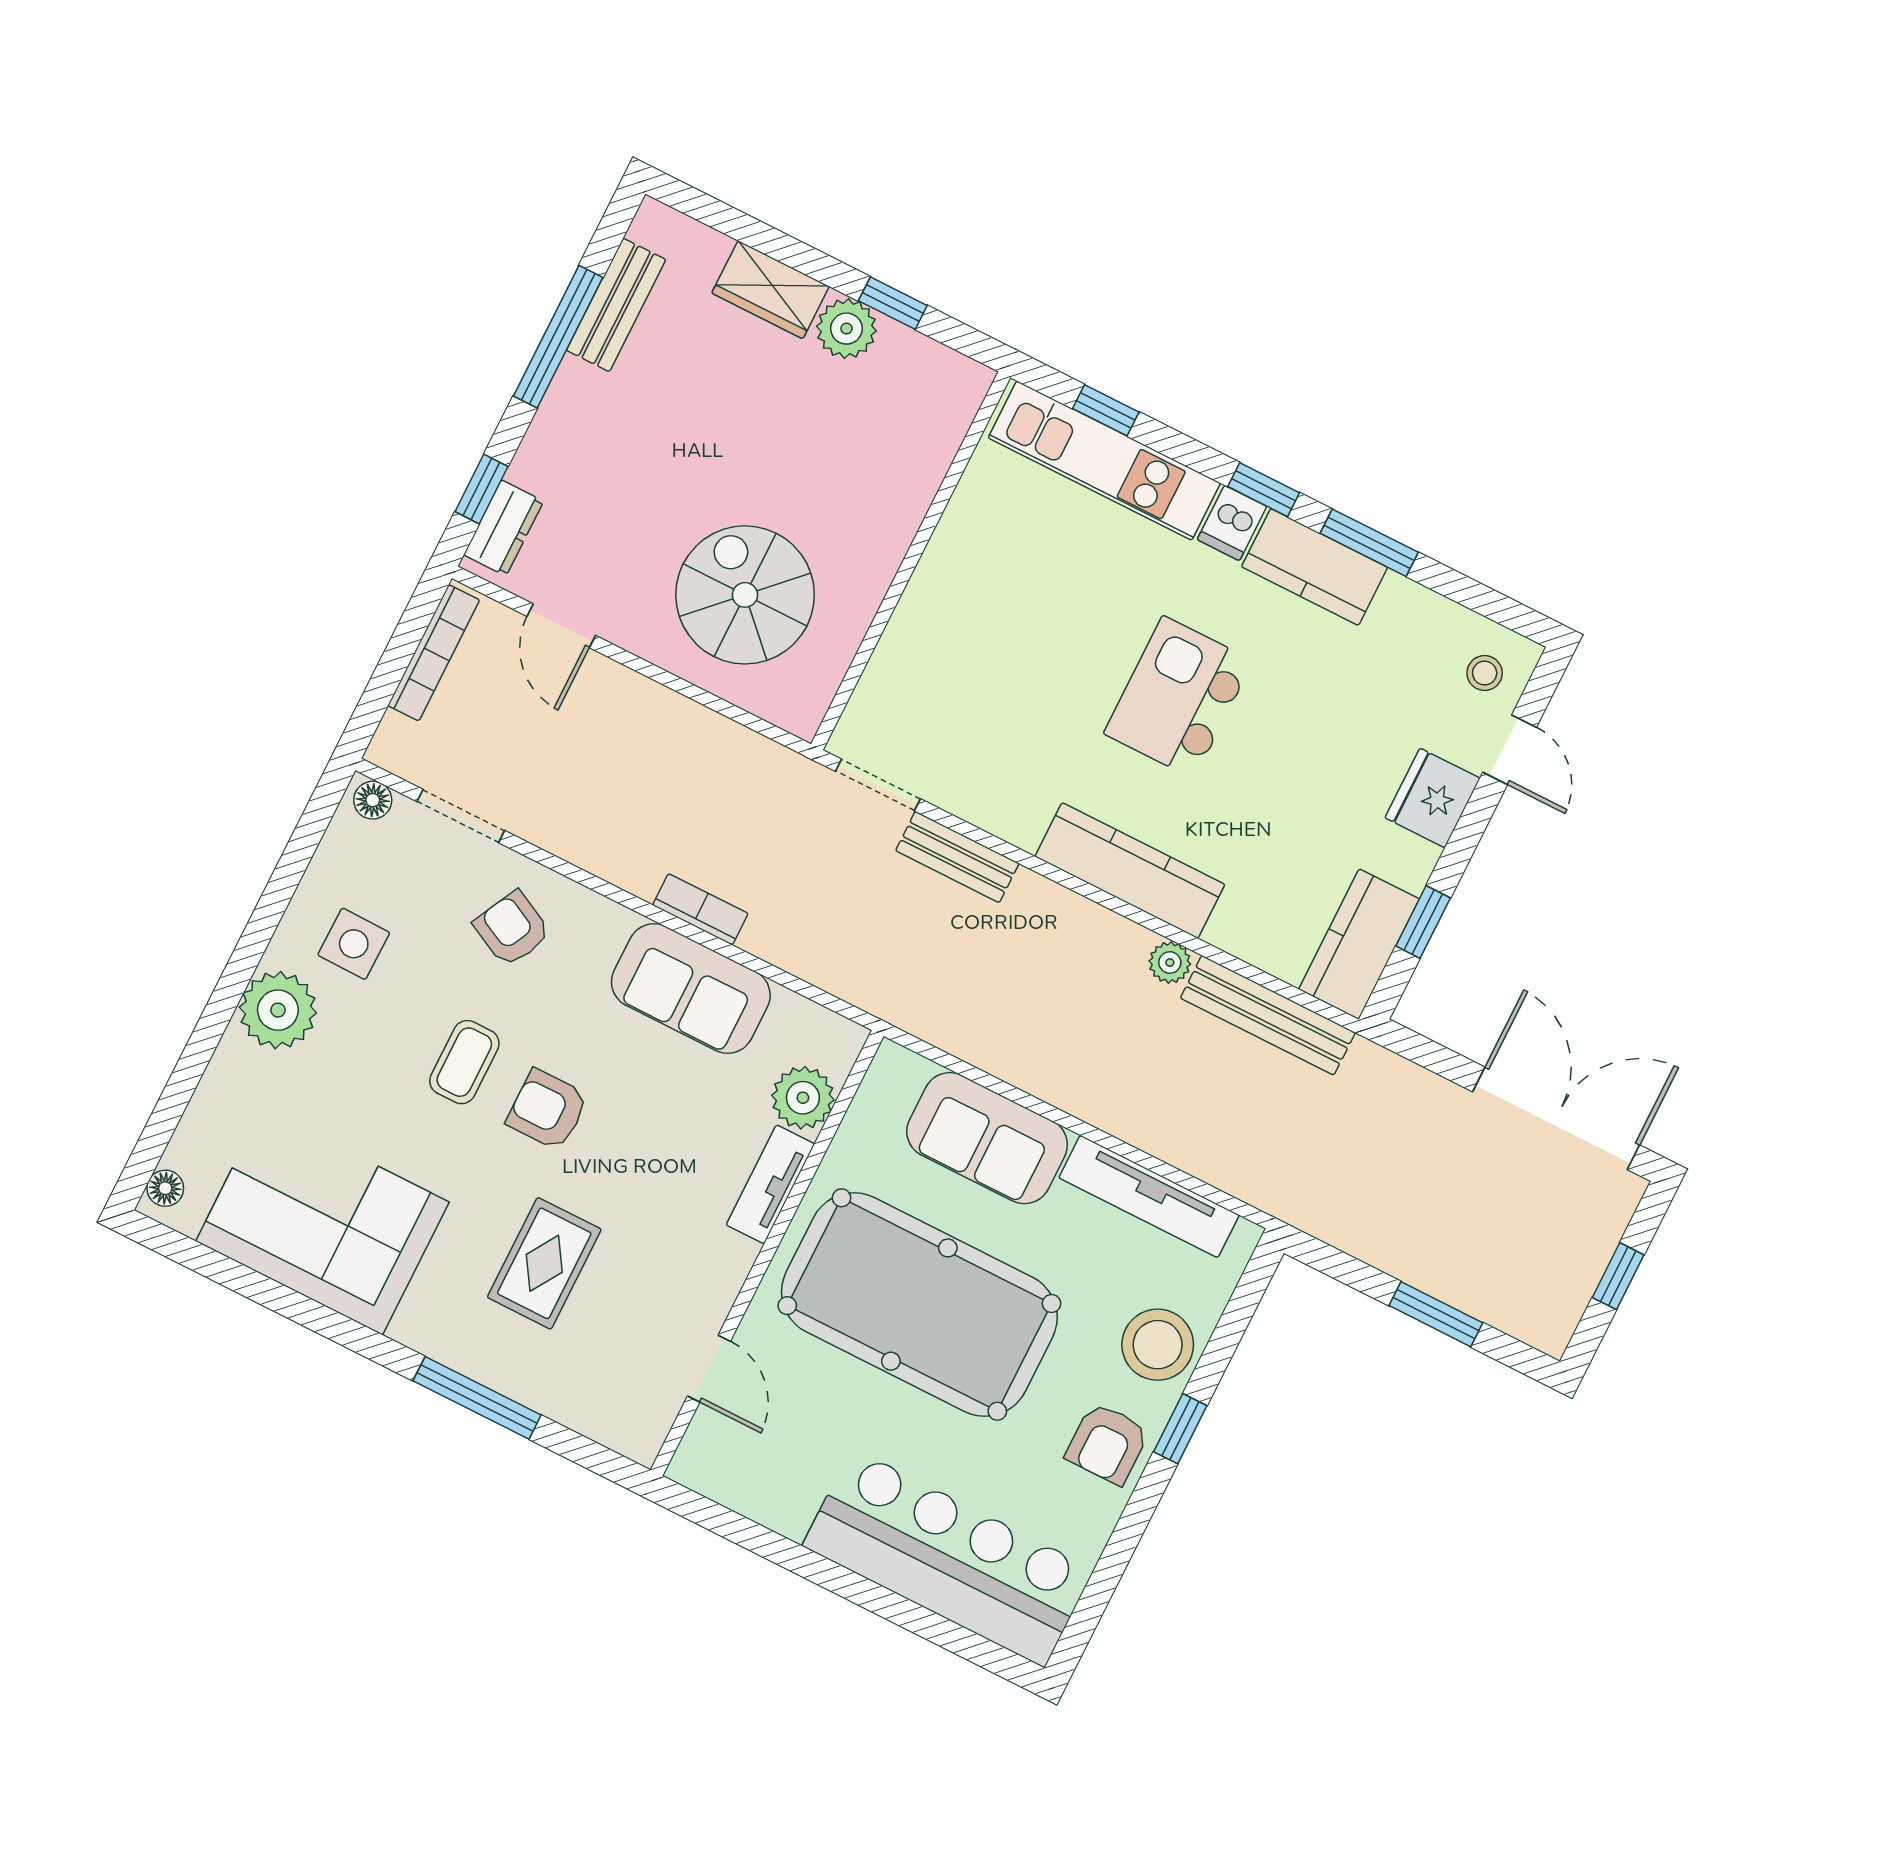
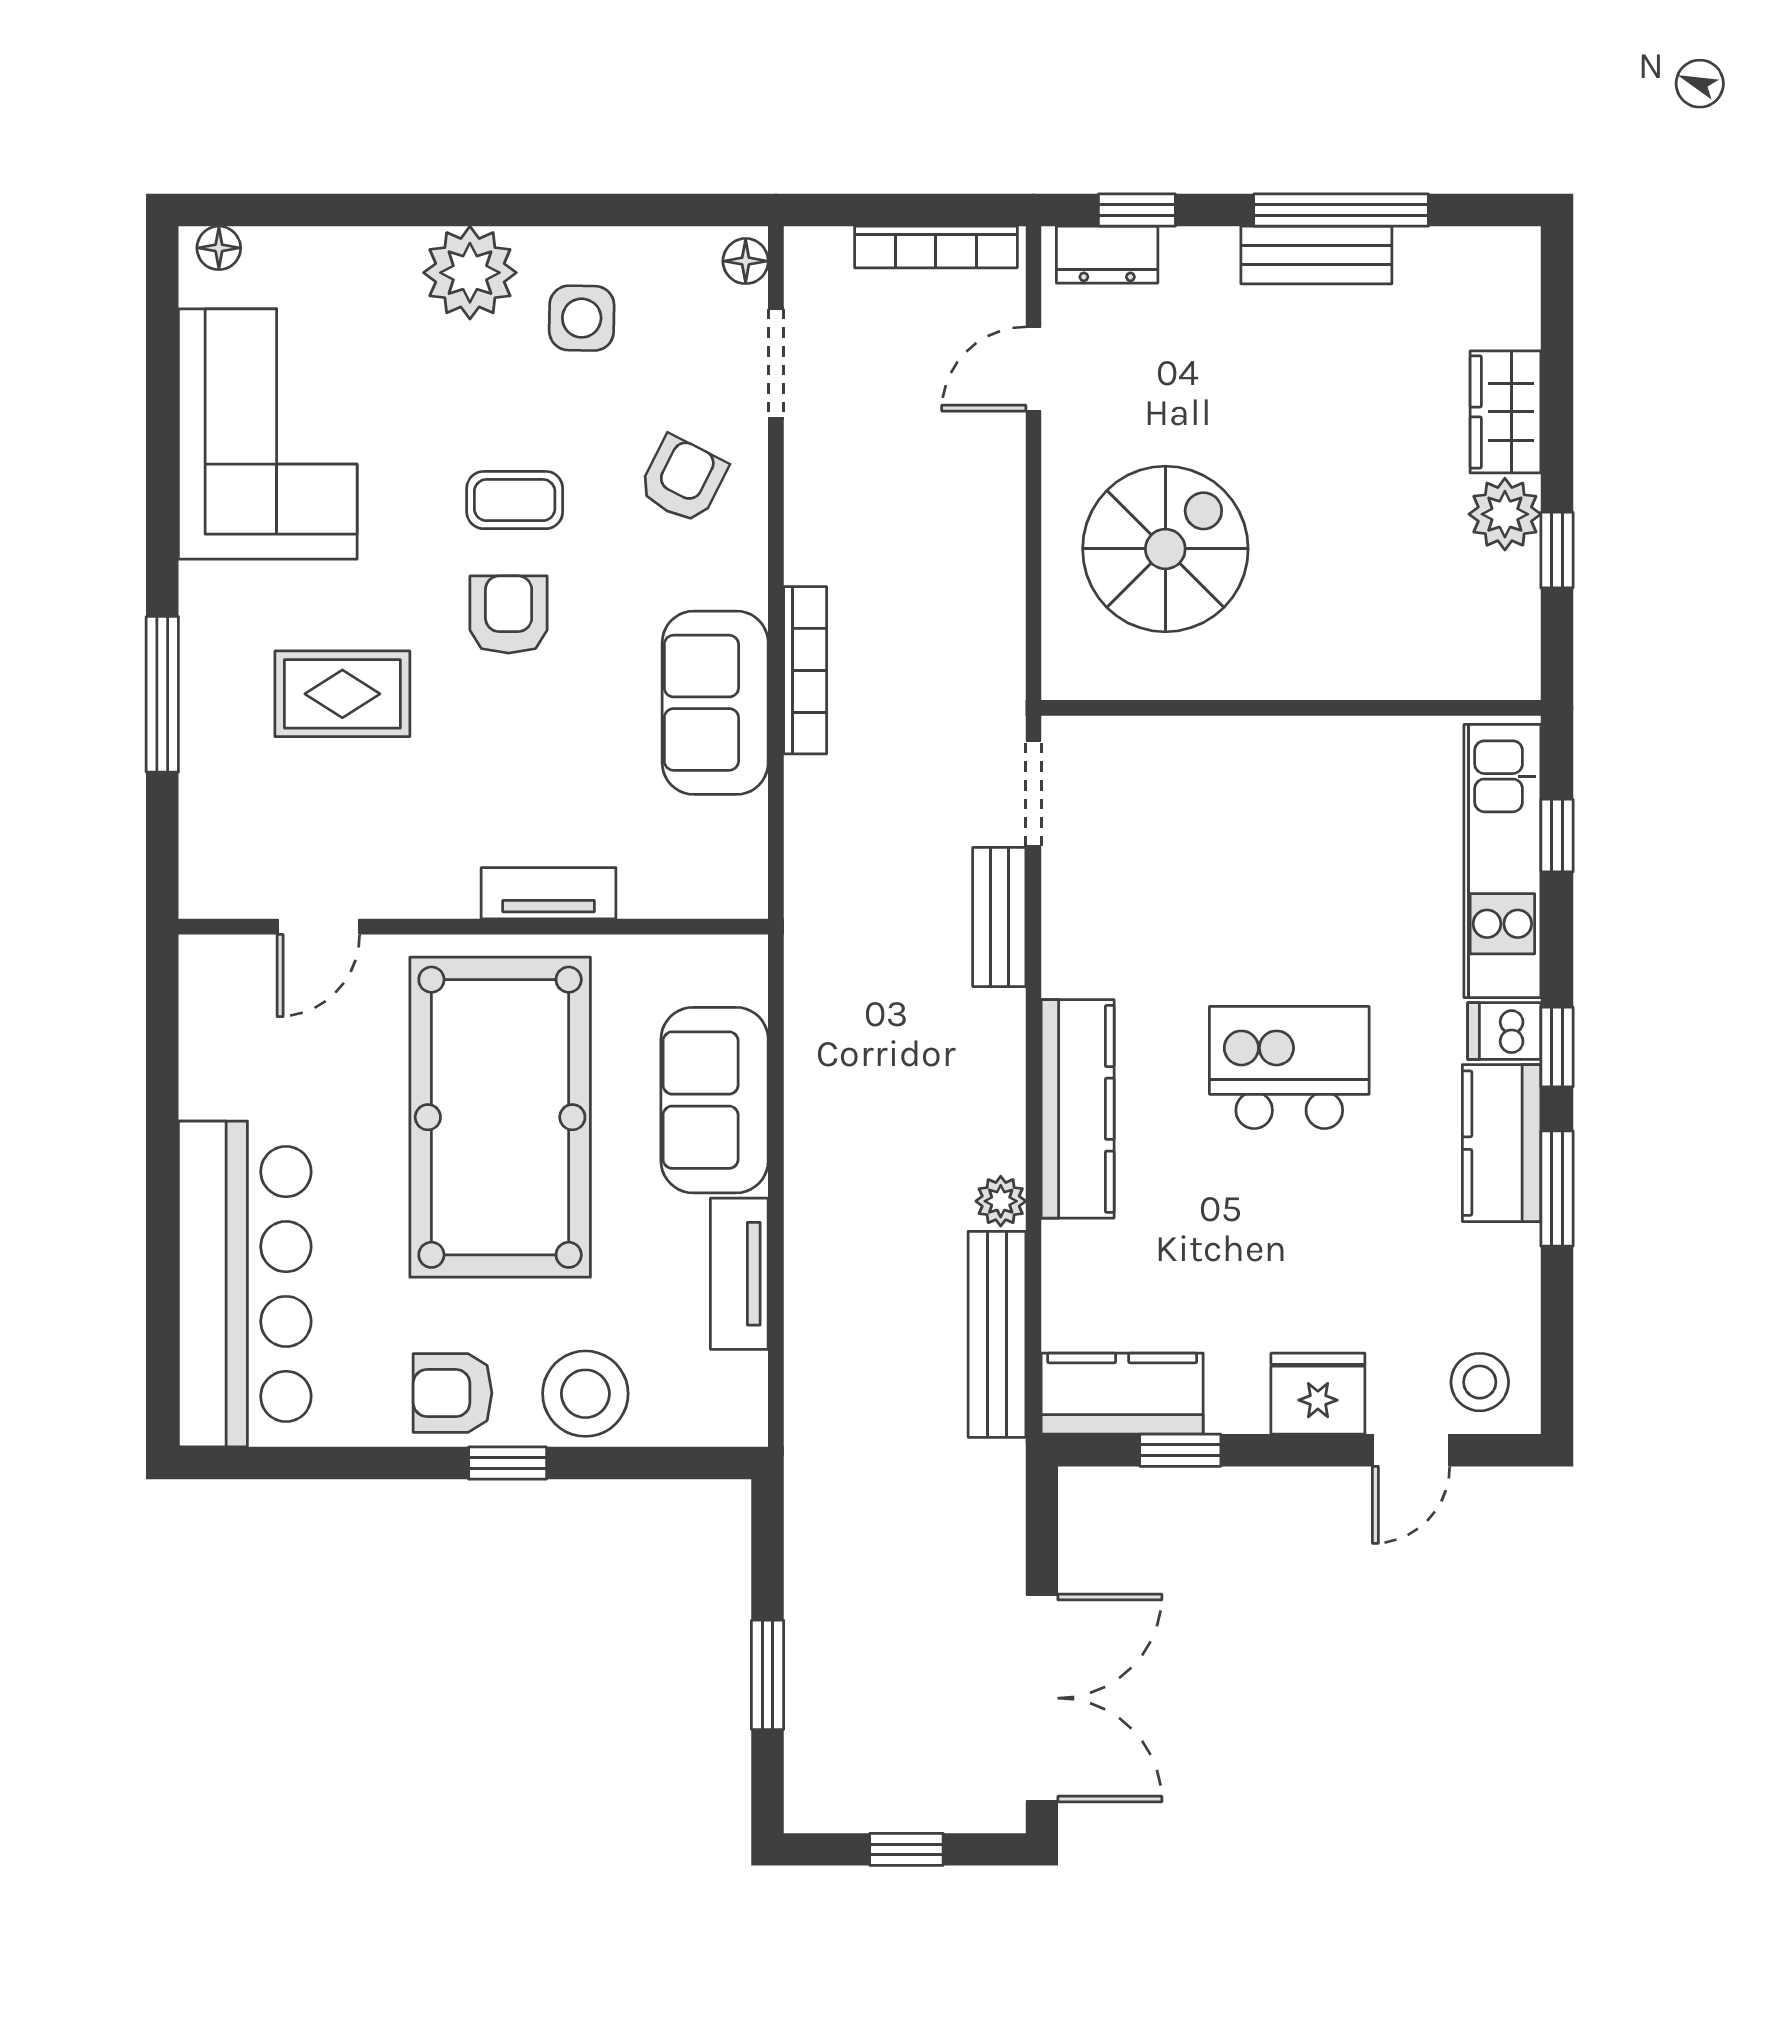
bench: (616, 305) -> (1316, 255), moved
stool: (1485, 673) -> (1480, 1382), width x1.37, depth x1.37
bookcase: (700, 909) -> (805, 670), width x1.56
plant: (803, 1098) -> (659, 881), removed
tv unit: (1149, 1196) -> (739, 1274), width x0.71

